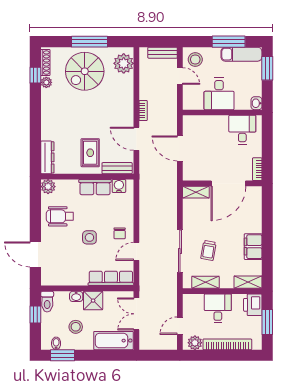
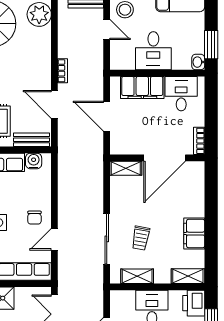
window: (267, 68) -> (211, 45), moved
filing cabinet: (210, 125) -> (142, 88), added

